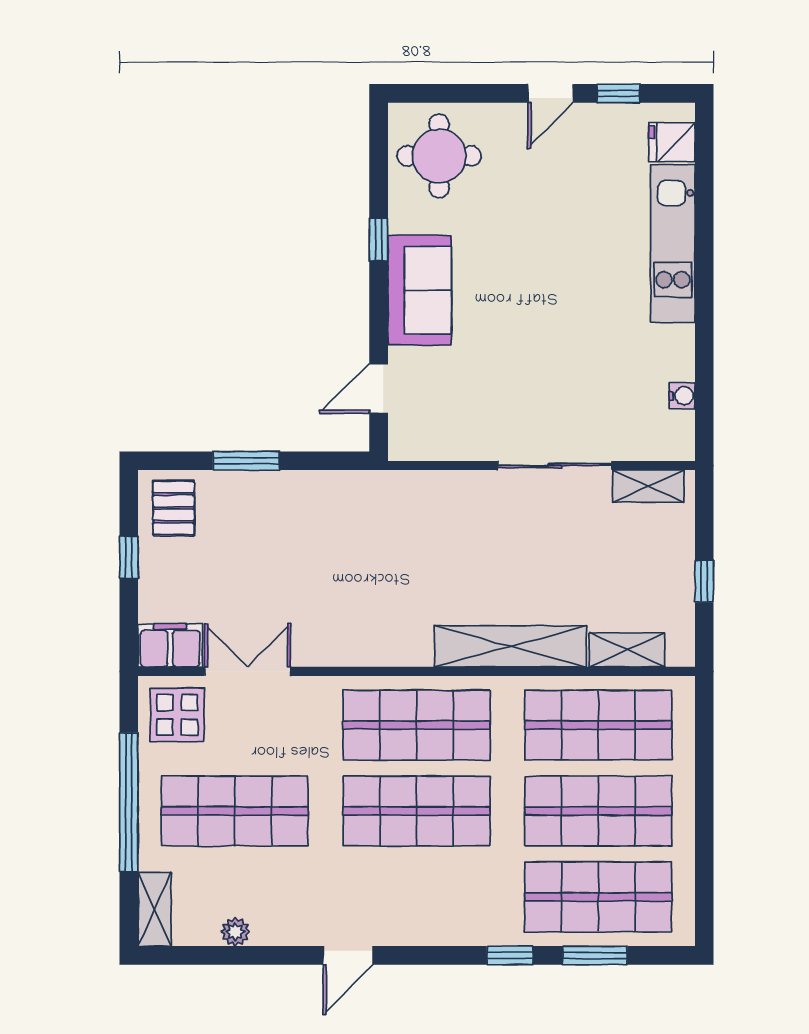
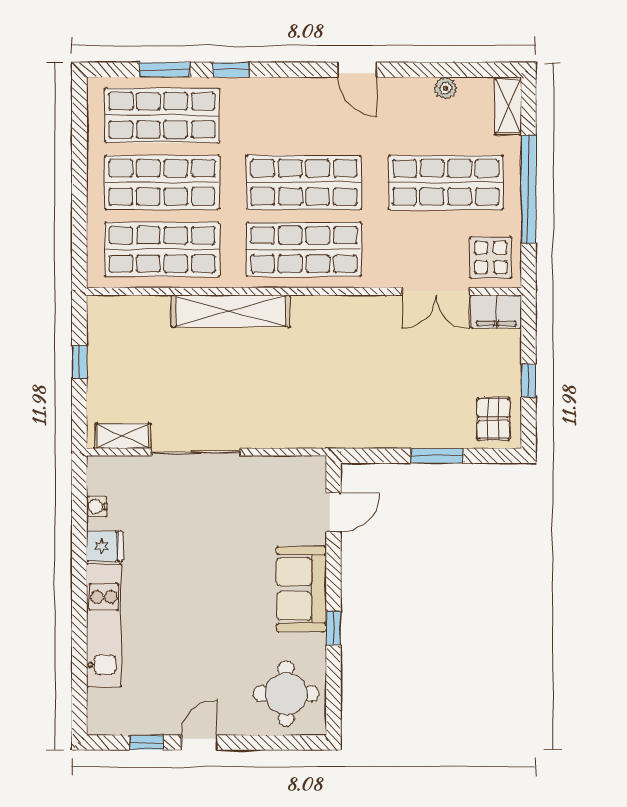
fridge: (672, 142) -> (105, 546), moved
shelving: (627, 650) -> (140, 308), removed
door: (348, 955) -> (357, 70), swing flipped

